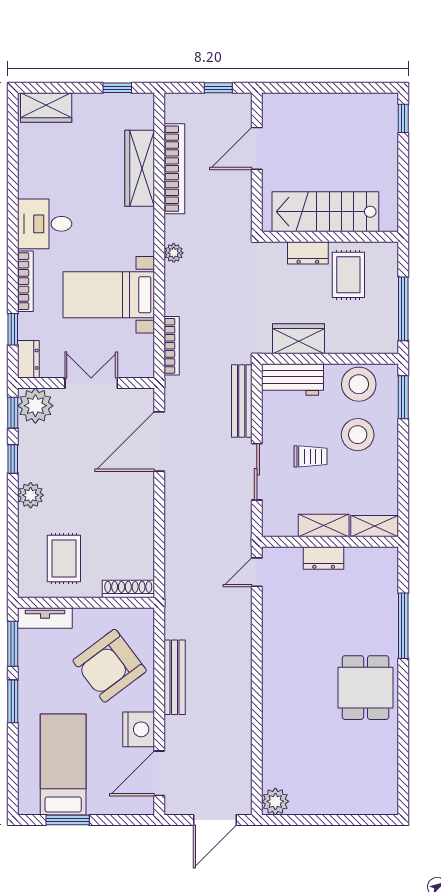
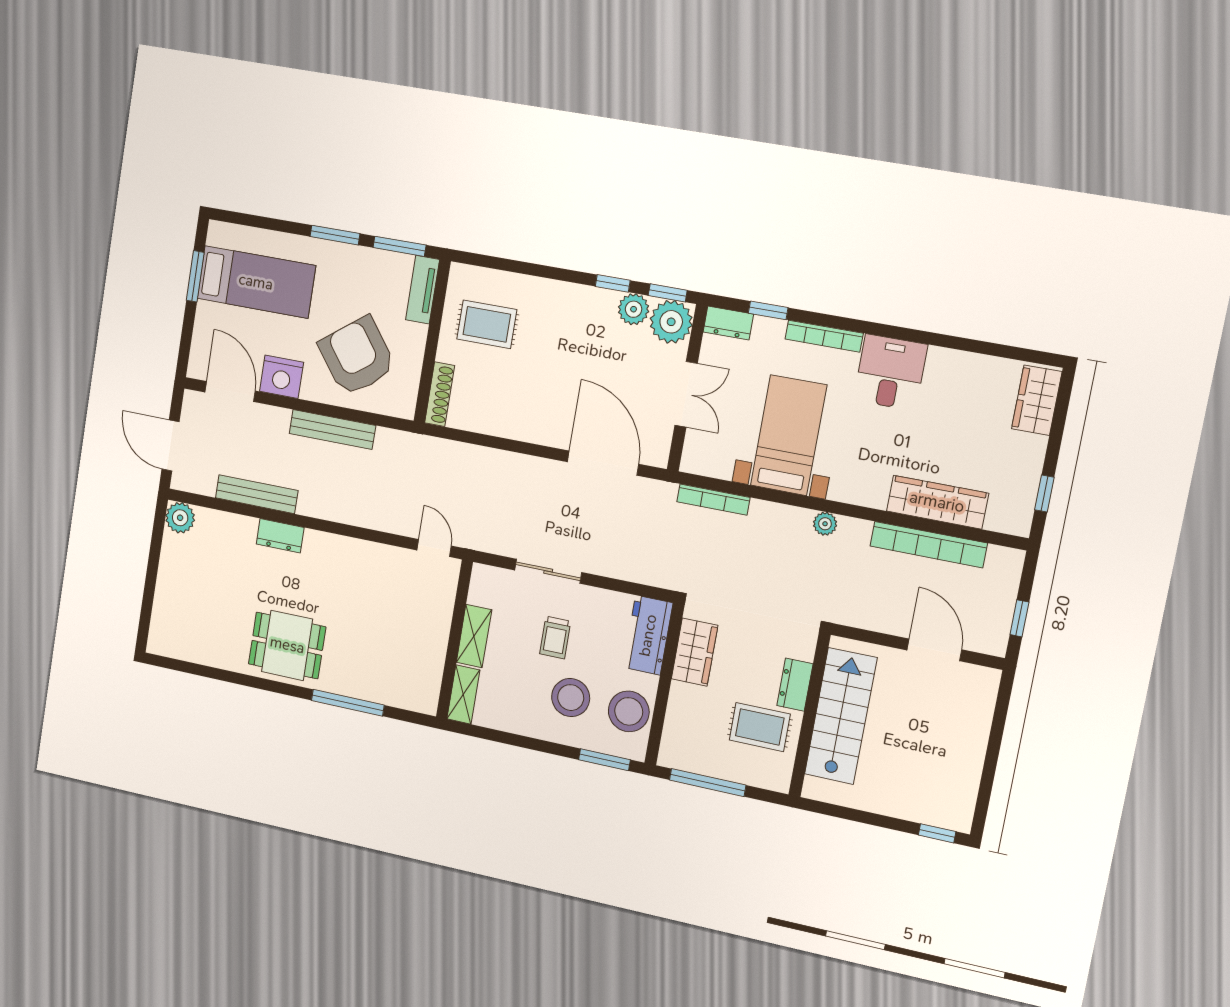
bench: (242, 401) -> (257, 494), moved
plant: (31, 495) -> (634, 309), moved
dresser: (324, 558) -> (280, 536), moved, turned -90

